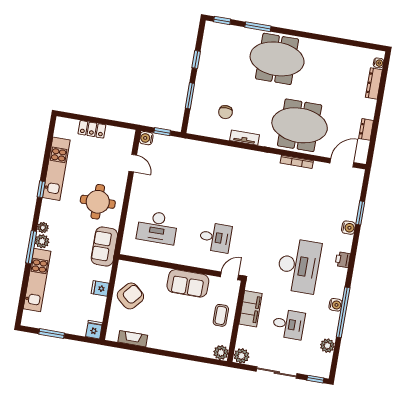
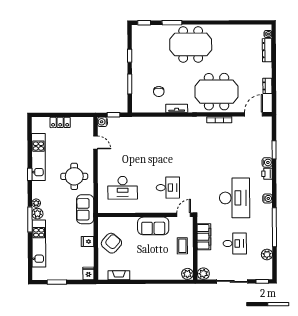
printer: (343, 260) -> (267, 174), moved
water cooler: (336, 305) -> (268, 198), moved

